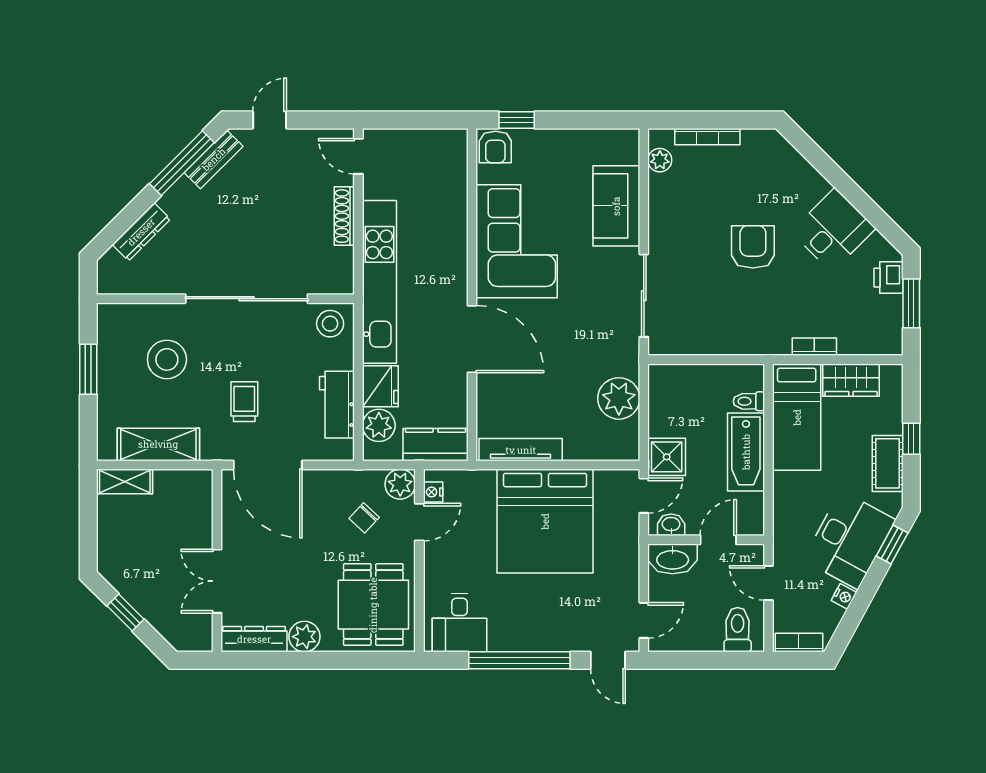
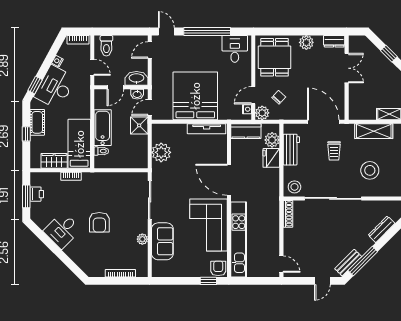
plant: (660, 160) -> (142, 239), moved
shoe rack: (344, 216) -> (288, 214), moved
printer: (889, 278) -> (37, 194), moved
kitchen unit: (379, 282) -> (239, 239), moved, turned 180
dresser: (254, 639) -> (334, 41), width x0.70

